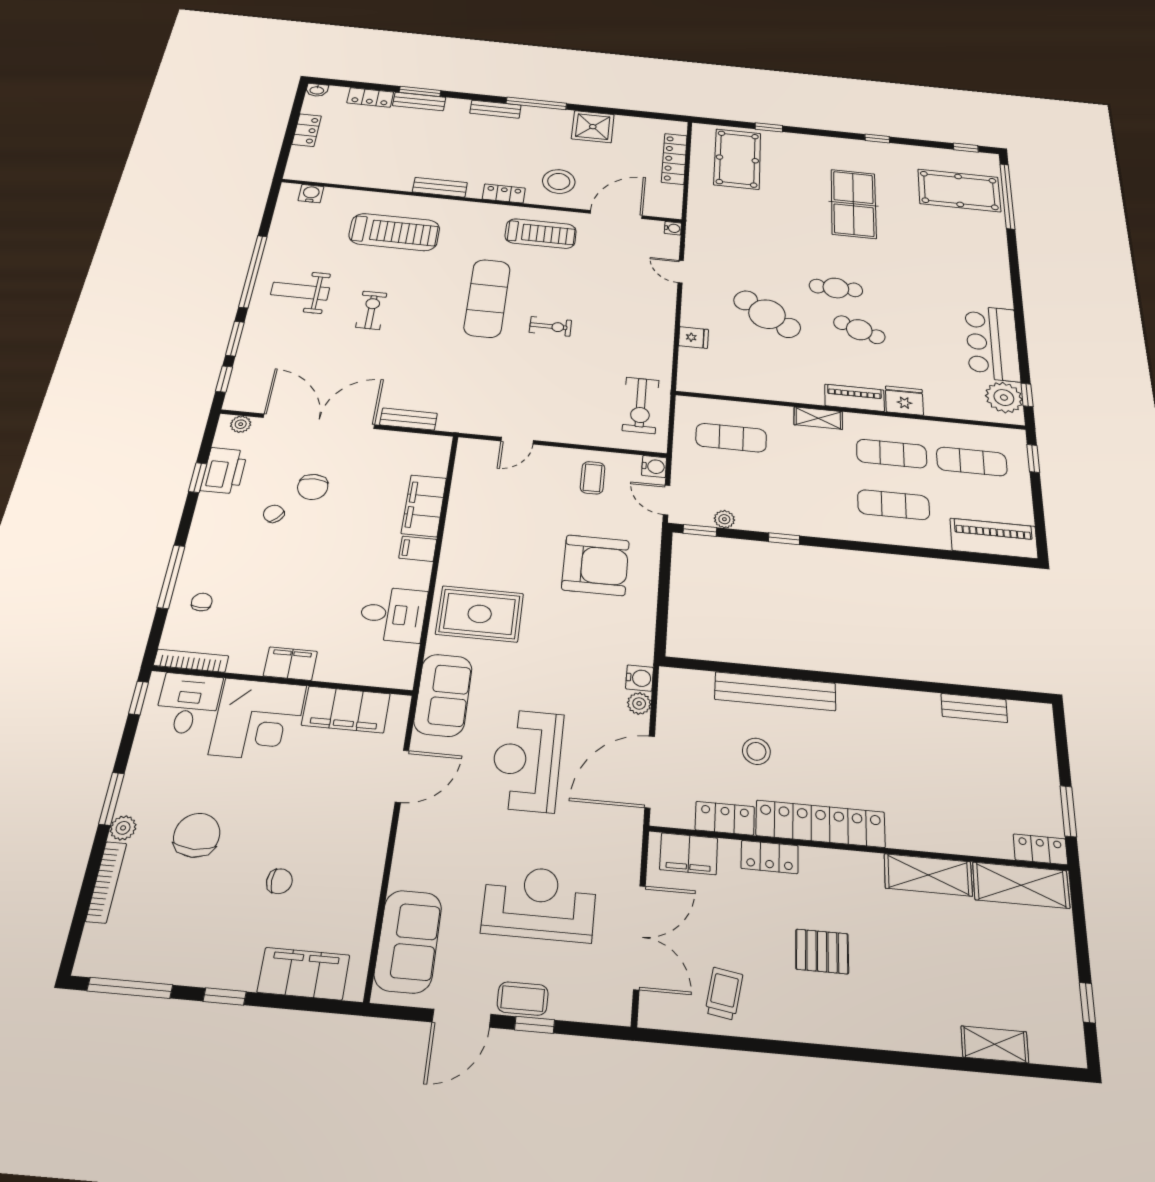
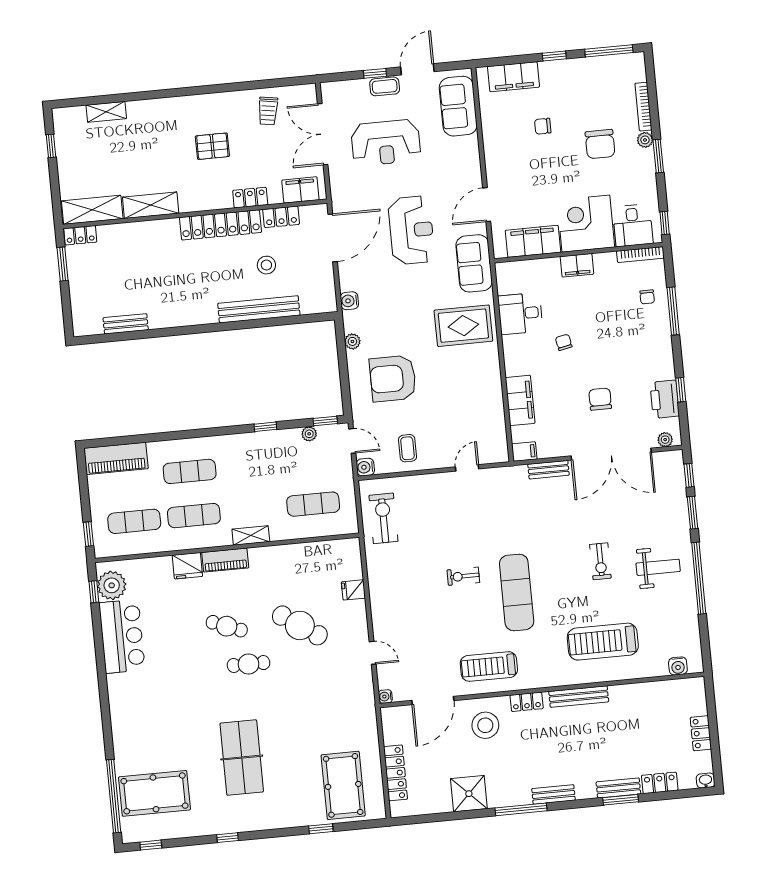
bench: (440, 187) -> (579, 697), width x1.36
chair: (274, 514) -> (564, 342), moved, turned -145
filing cabinet: (418, 549) -> (524, 452), moved
plant: (639, 703) -> (352, 341), moved

